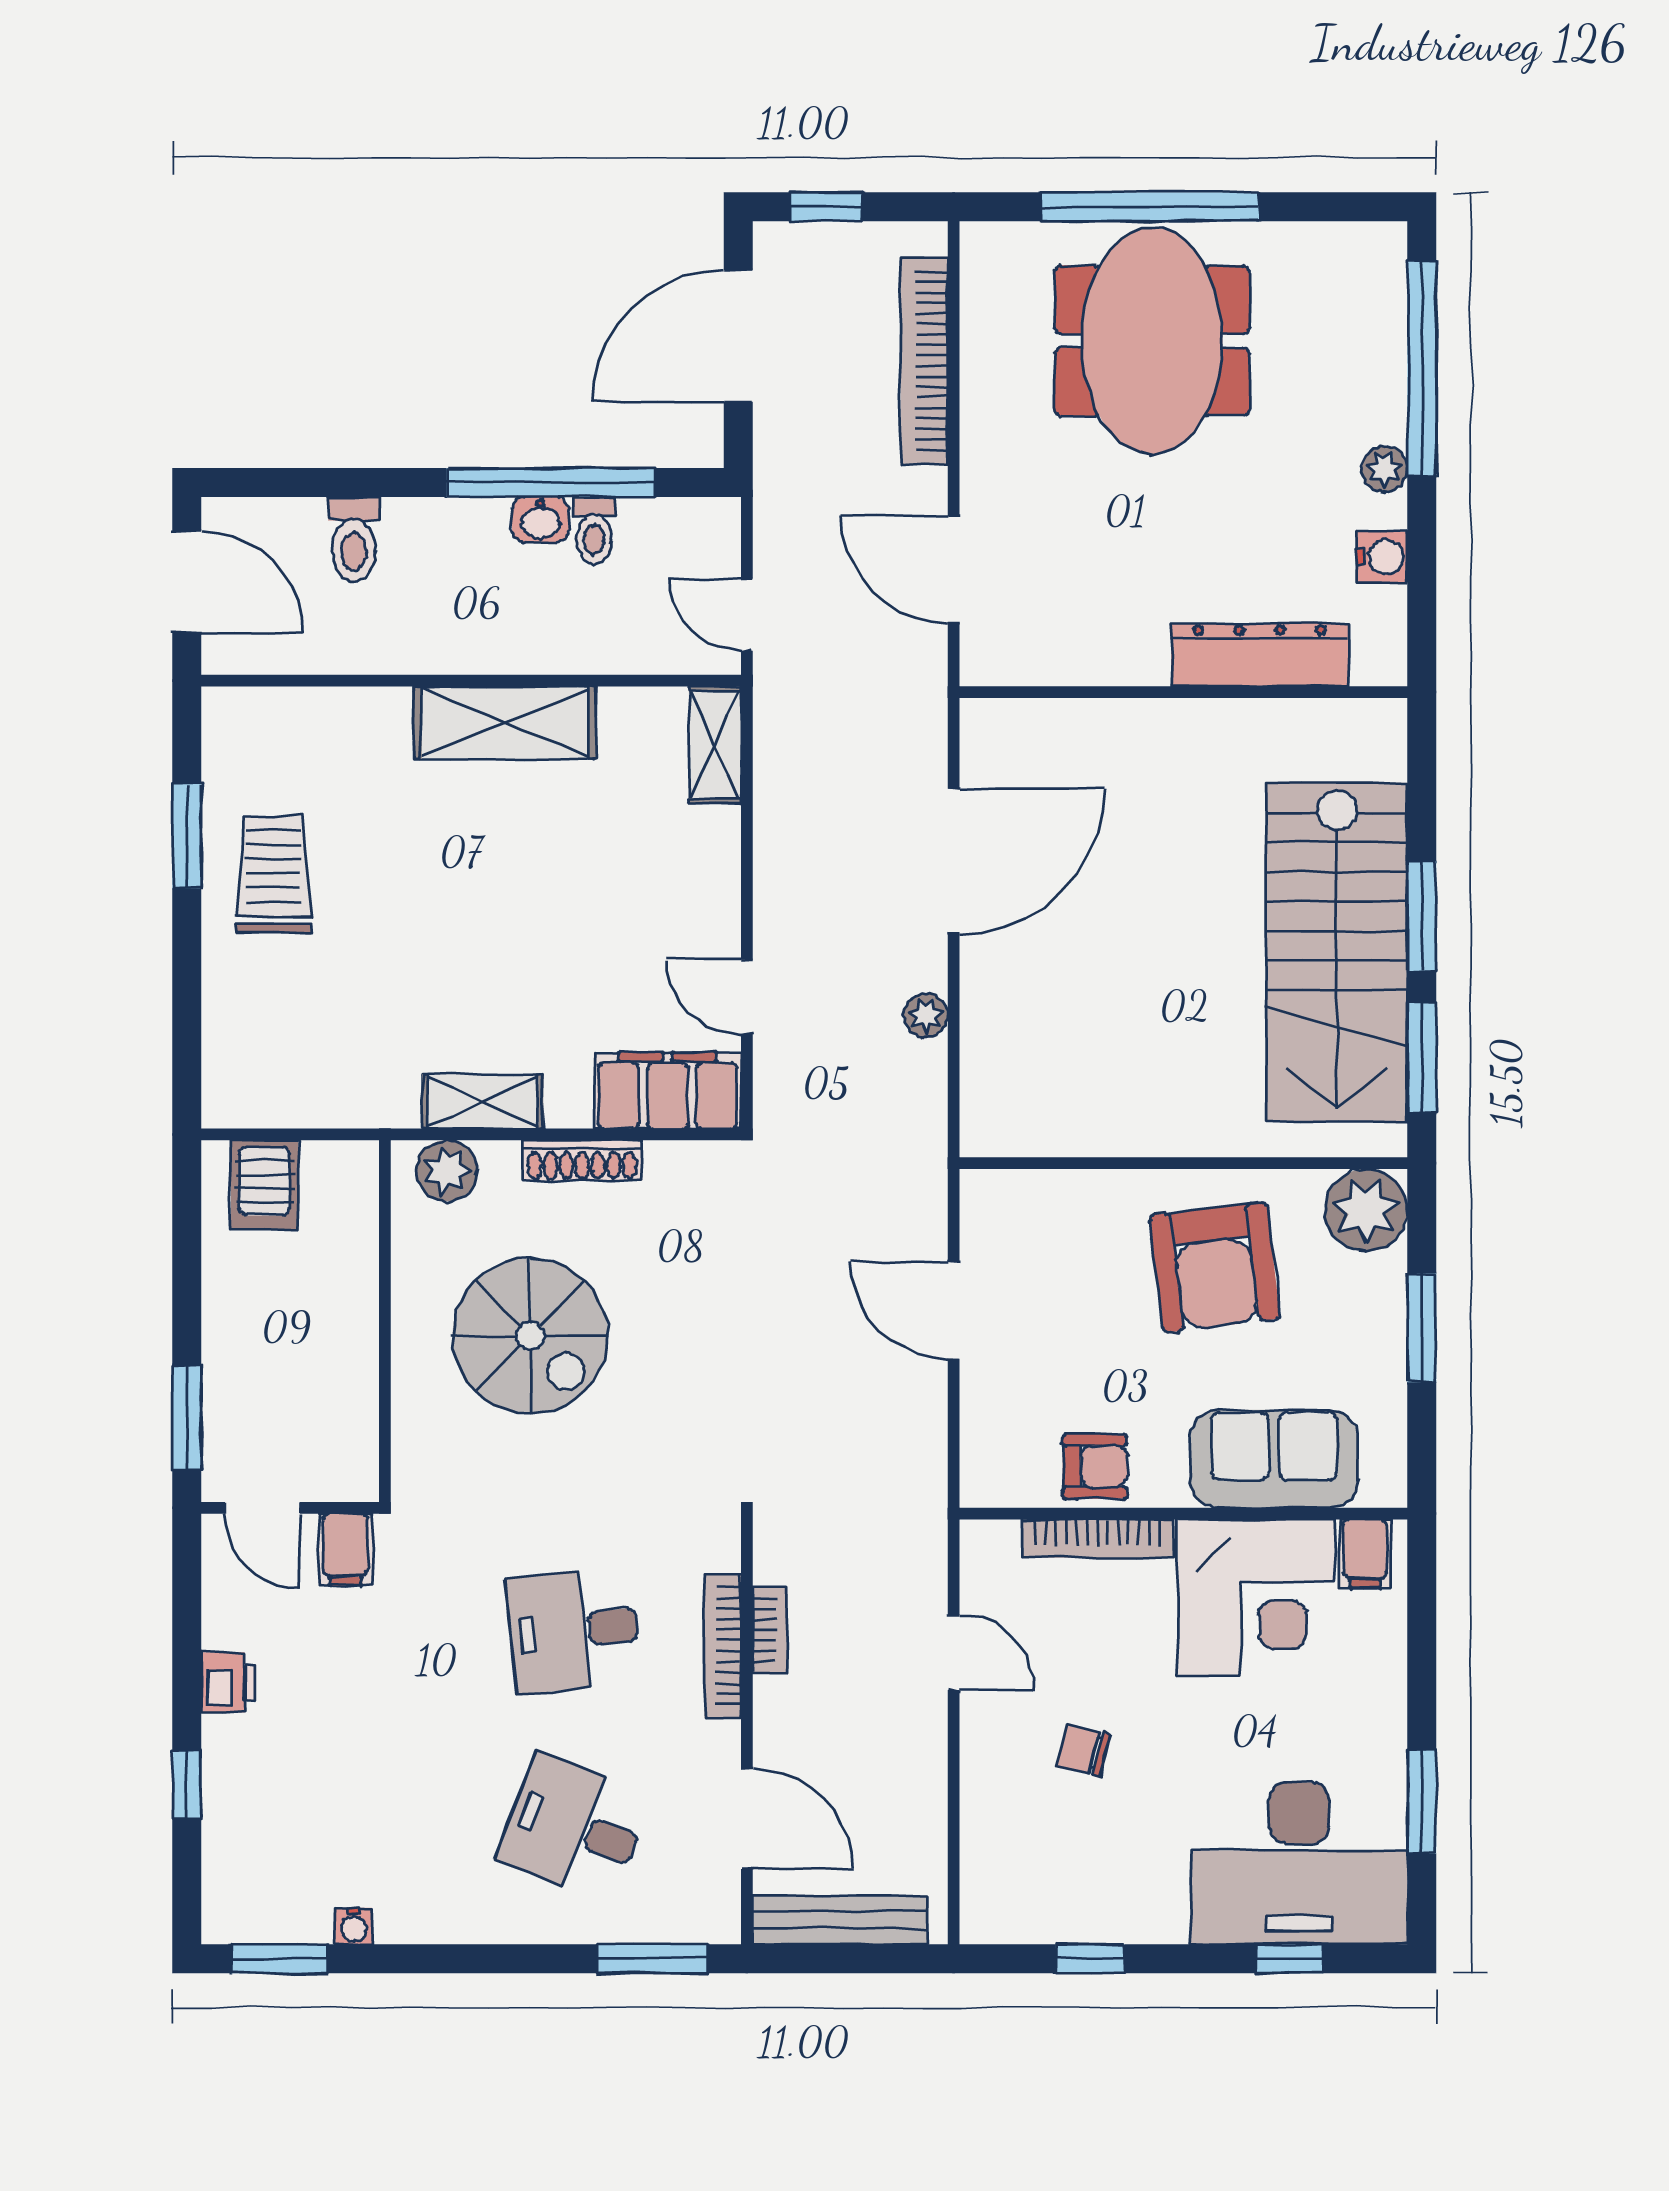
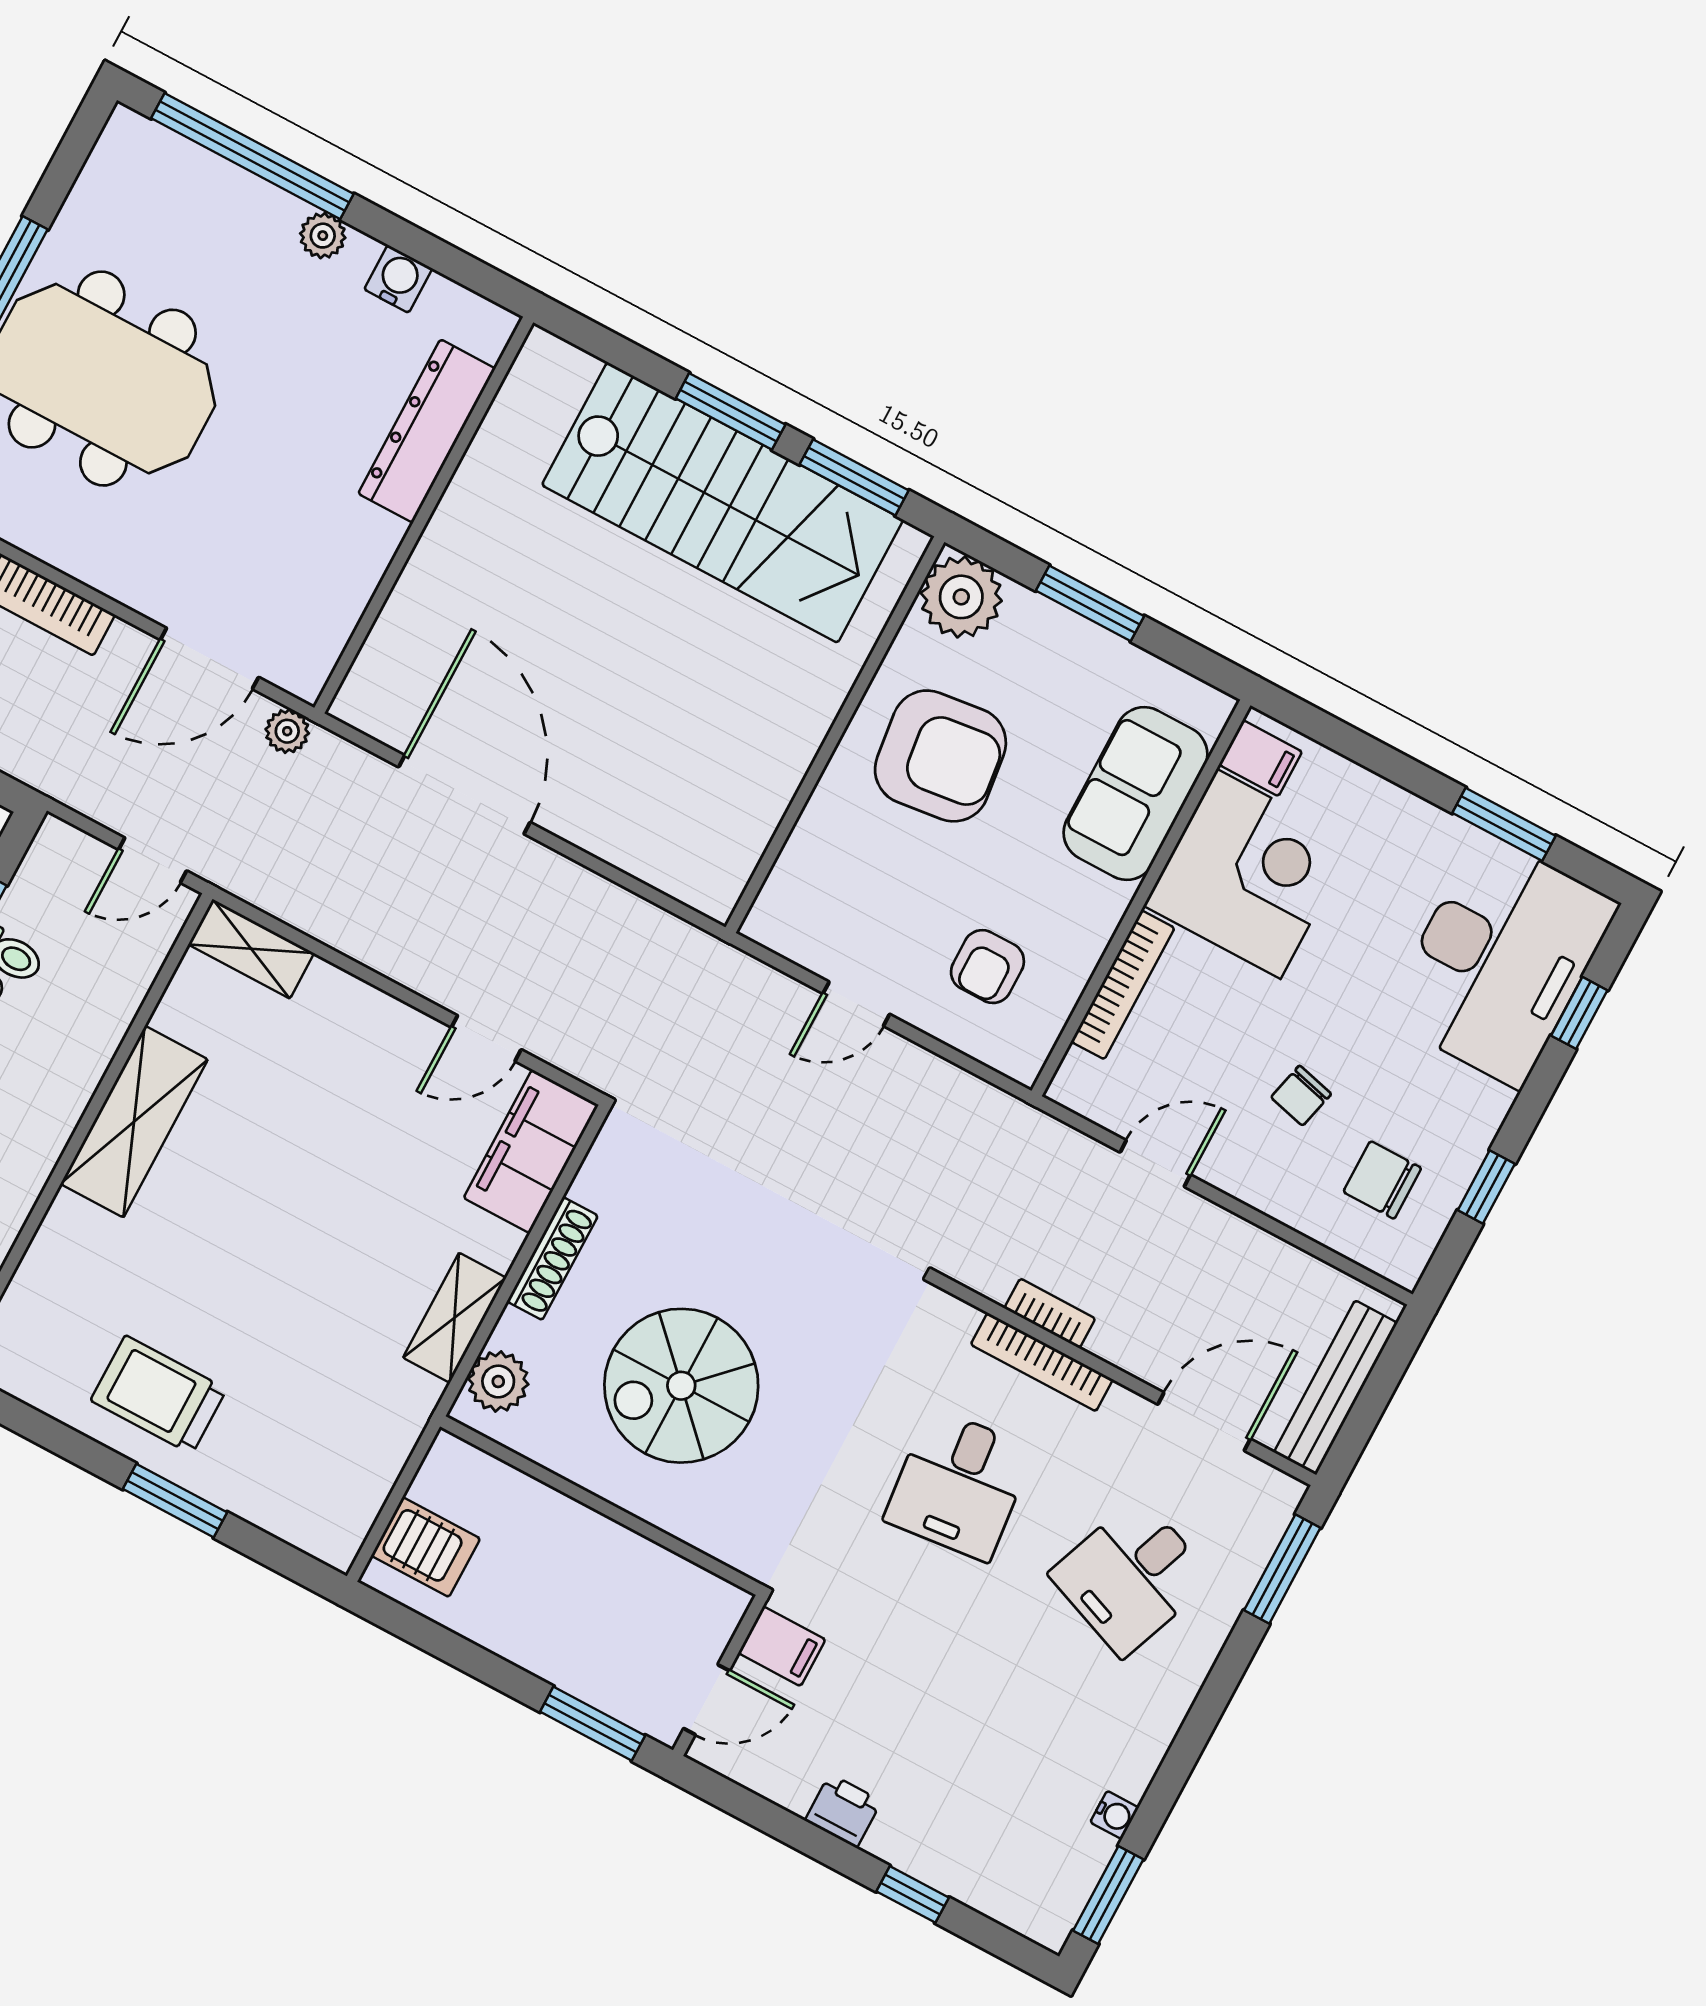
window: (187, 836) -> (175, 1501), moved
plant: (926, 1015) -> (287, 731), moved
door: (954, 1310) -> (856, 1004), width x0.73
spiral stairs: (530, 1336) -> (681, 1386), turned 180
armchair: (1095, 1466) -> (987, 967), moved, turned 180
chair: (1047, 1863) -> (1382, 1180), added

